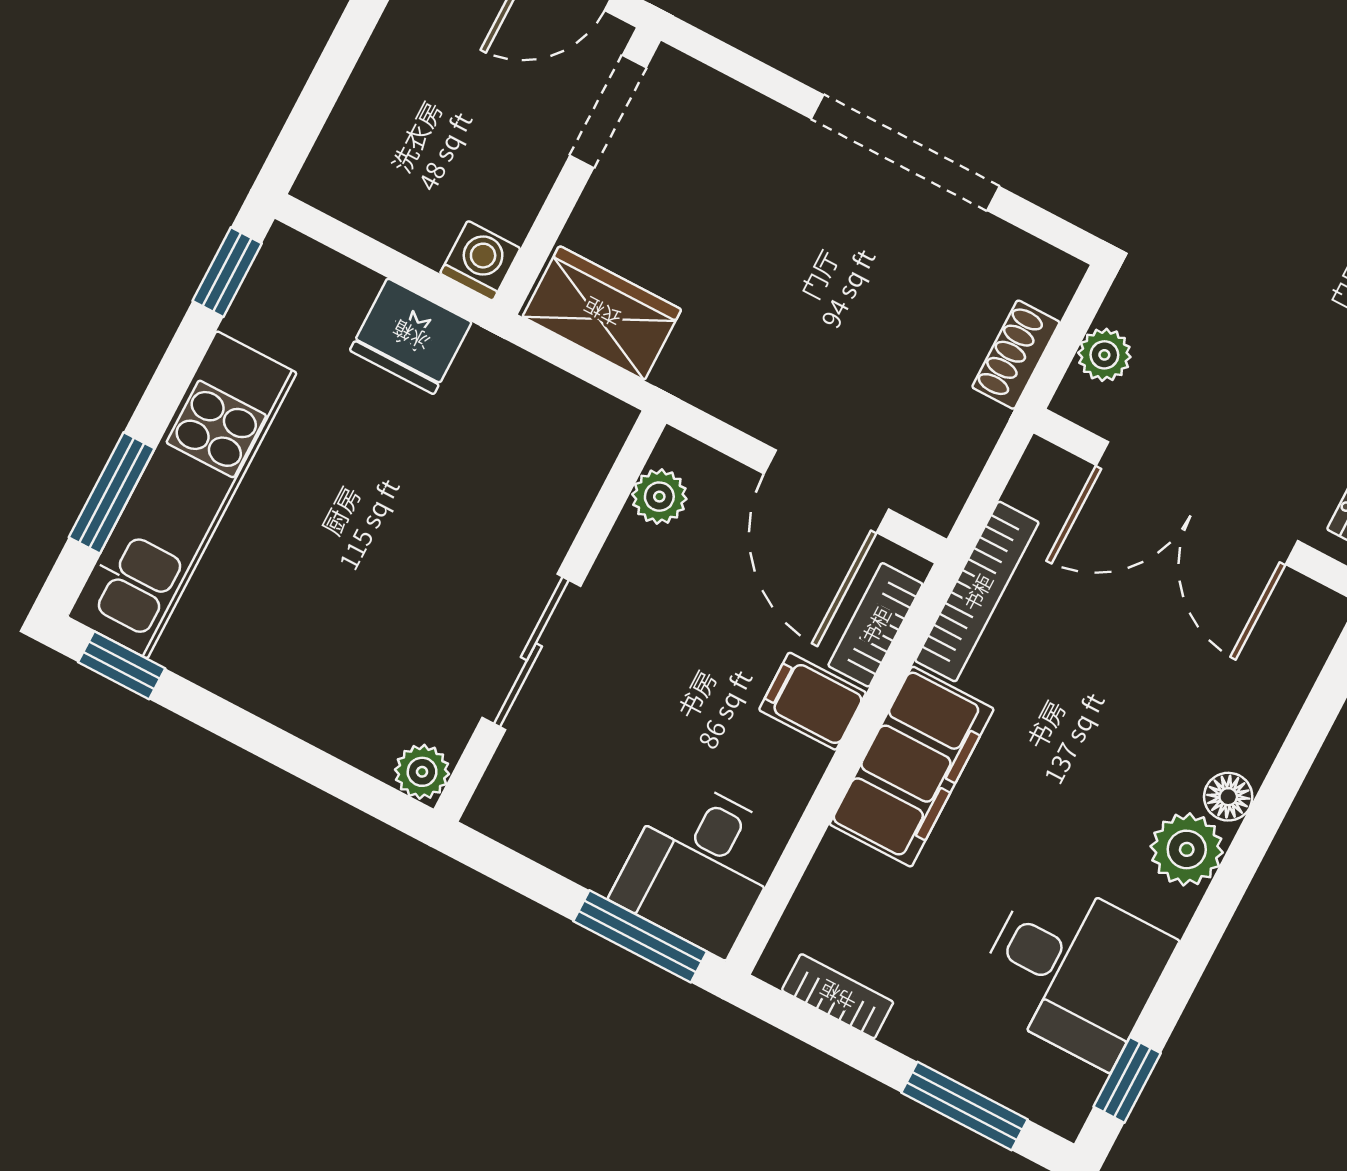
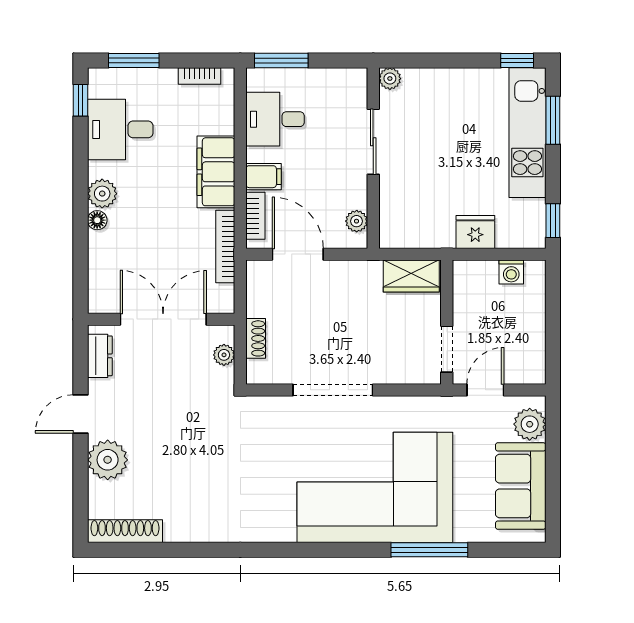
washing machine: (480, 261) -> (511, 272), moved
desk: (700, 866) -> (275, 119), moved, turned -90

